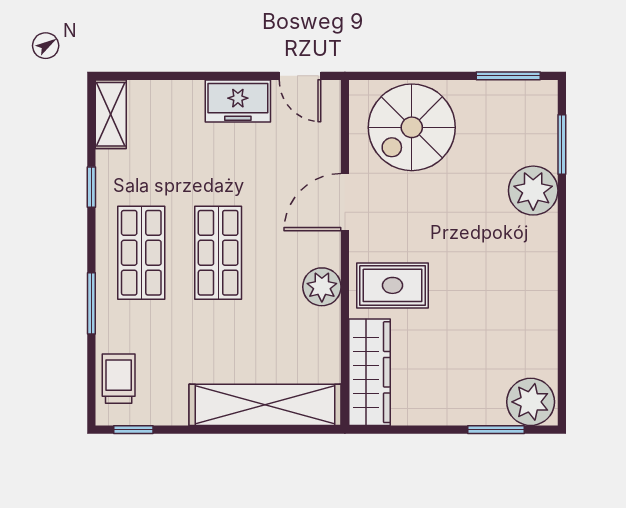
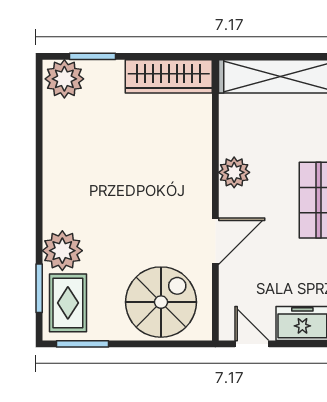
rug: (392, 285) -> (68, 303), moved, turned 90
wardrobe: (370, 372) -> (169, 76), moved, turned -90

